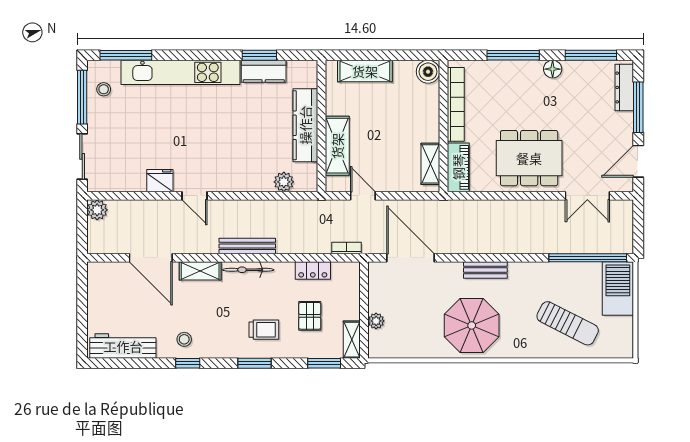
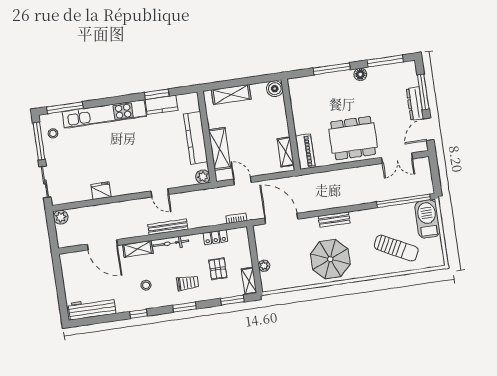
dresser: (624, 87) -> (415, 104), moved
bookcase: (456, 104) -> (297, 108), removed
plant: (284, 182) -> (203, 177), moved
door: (195, 196) -> (160, 193), moved
stool: (184, 339) -> (146, 285), moved

